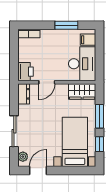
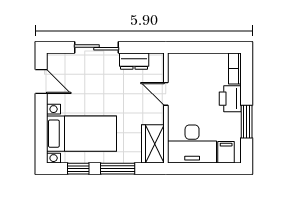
printer: (26, 72) -> (230, 99), moved, turned 90
dresser: (24, 94) -> (134, 61), moved
plant: (23, 157) -> (61, 60), removed

